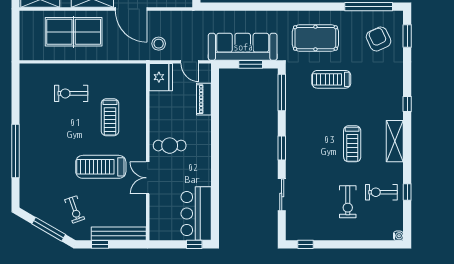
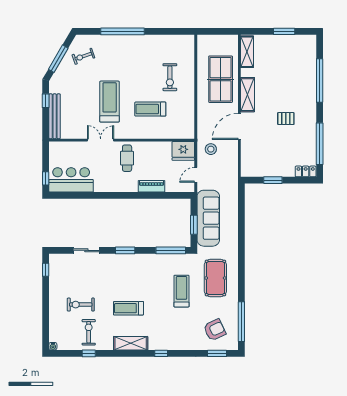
exercise bike: (71, 93) -> (170, 77), turned 180
piano: (204, 99) -> (152, 186), moved
exercise bike: (75, 209) -> (83, 56), moved

